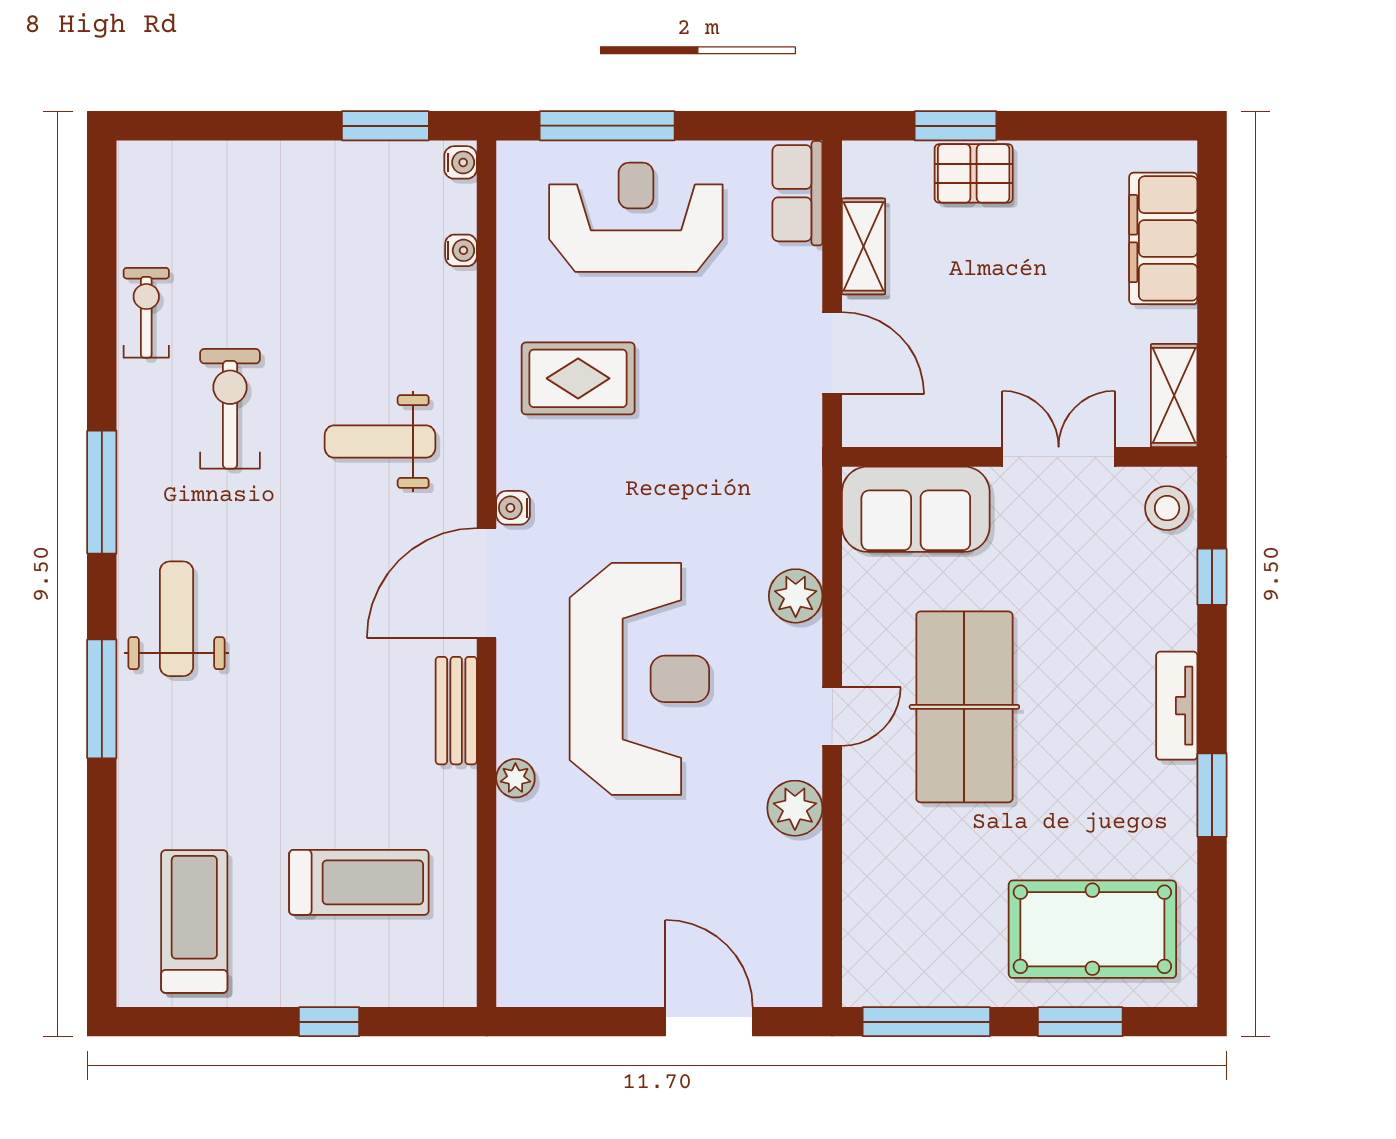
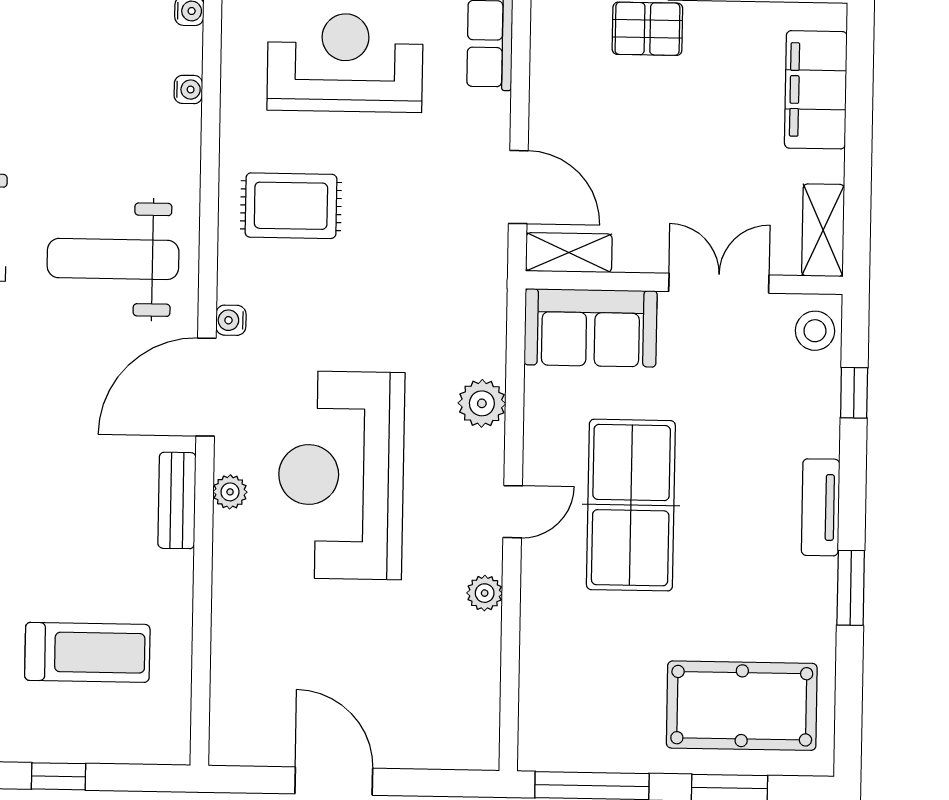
shelving: (864, 246) -> (569, 253), moved, turned 90
weight bench: (380, 442) -> (113, 259), width x1.36, depth x1.33
reception desk: (639, 679) -> (341, 475), turned 180
plant: (515, 778) -> (230, 492), moved
plant: (795, 808) -> (485, 593), width x0.73, depth x0.73
door: (709, 1022) -> (334, 781), moved

